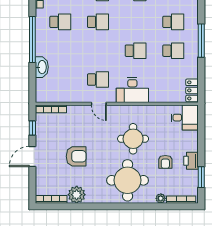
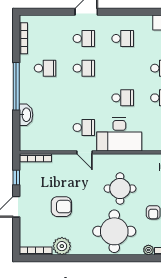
desk: (132, 90) -> (119, 134), width x1.36, depth x1.30

